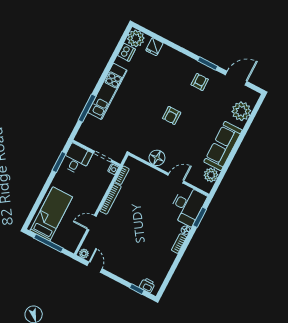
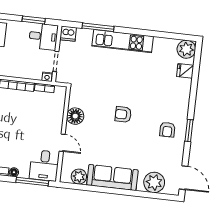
dishwasher: (126, 52) -> (68, 34), moved
door: (236, 78) -> (184, 178), moved
armchair: (200, 82) -> (167, 130), turned 90
desk: (188, 206) -> (44, 165), width x0.73
window: (200, 217) -> (32, 182), width x1.44

